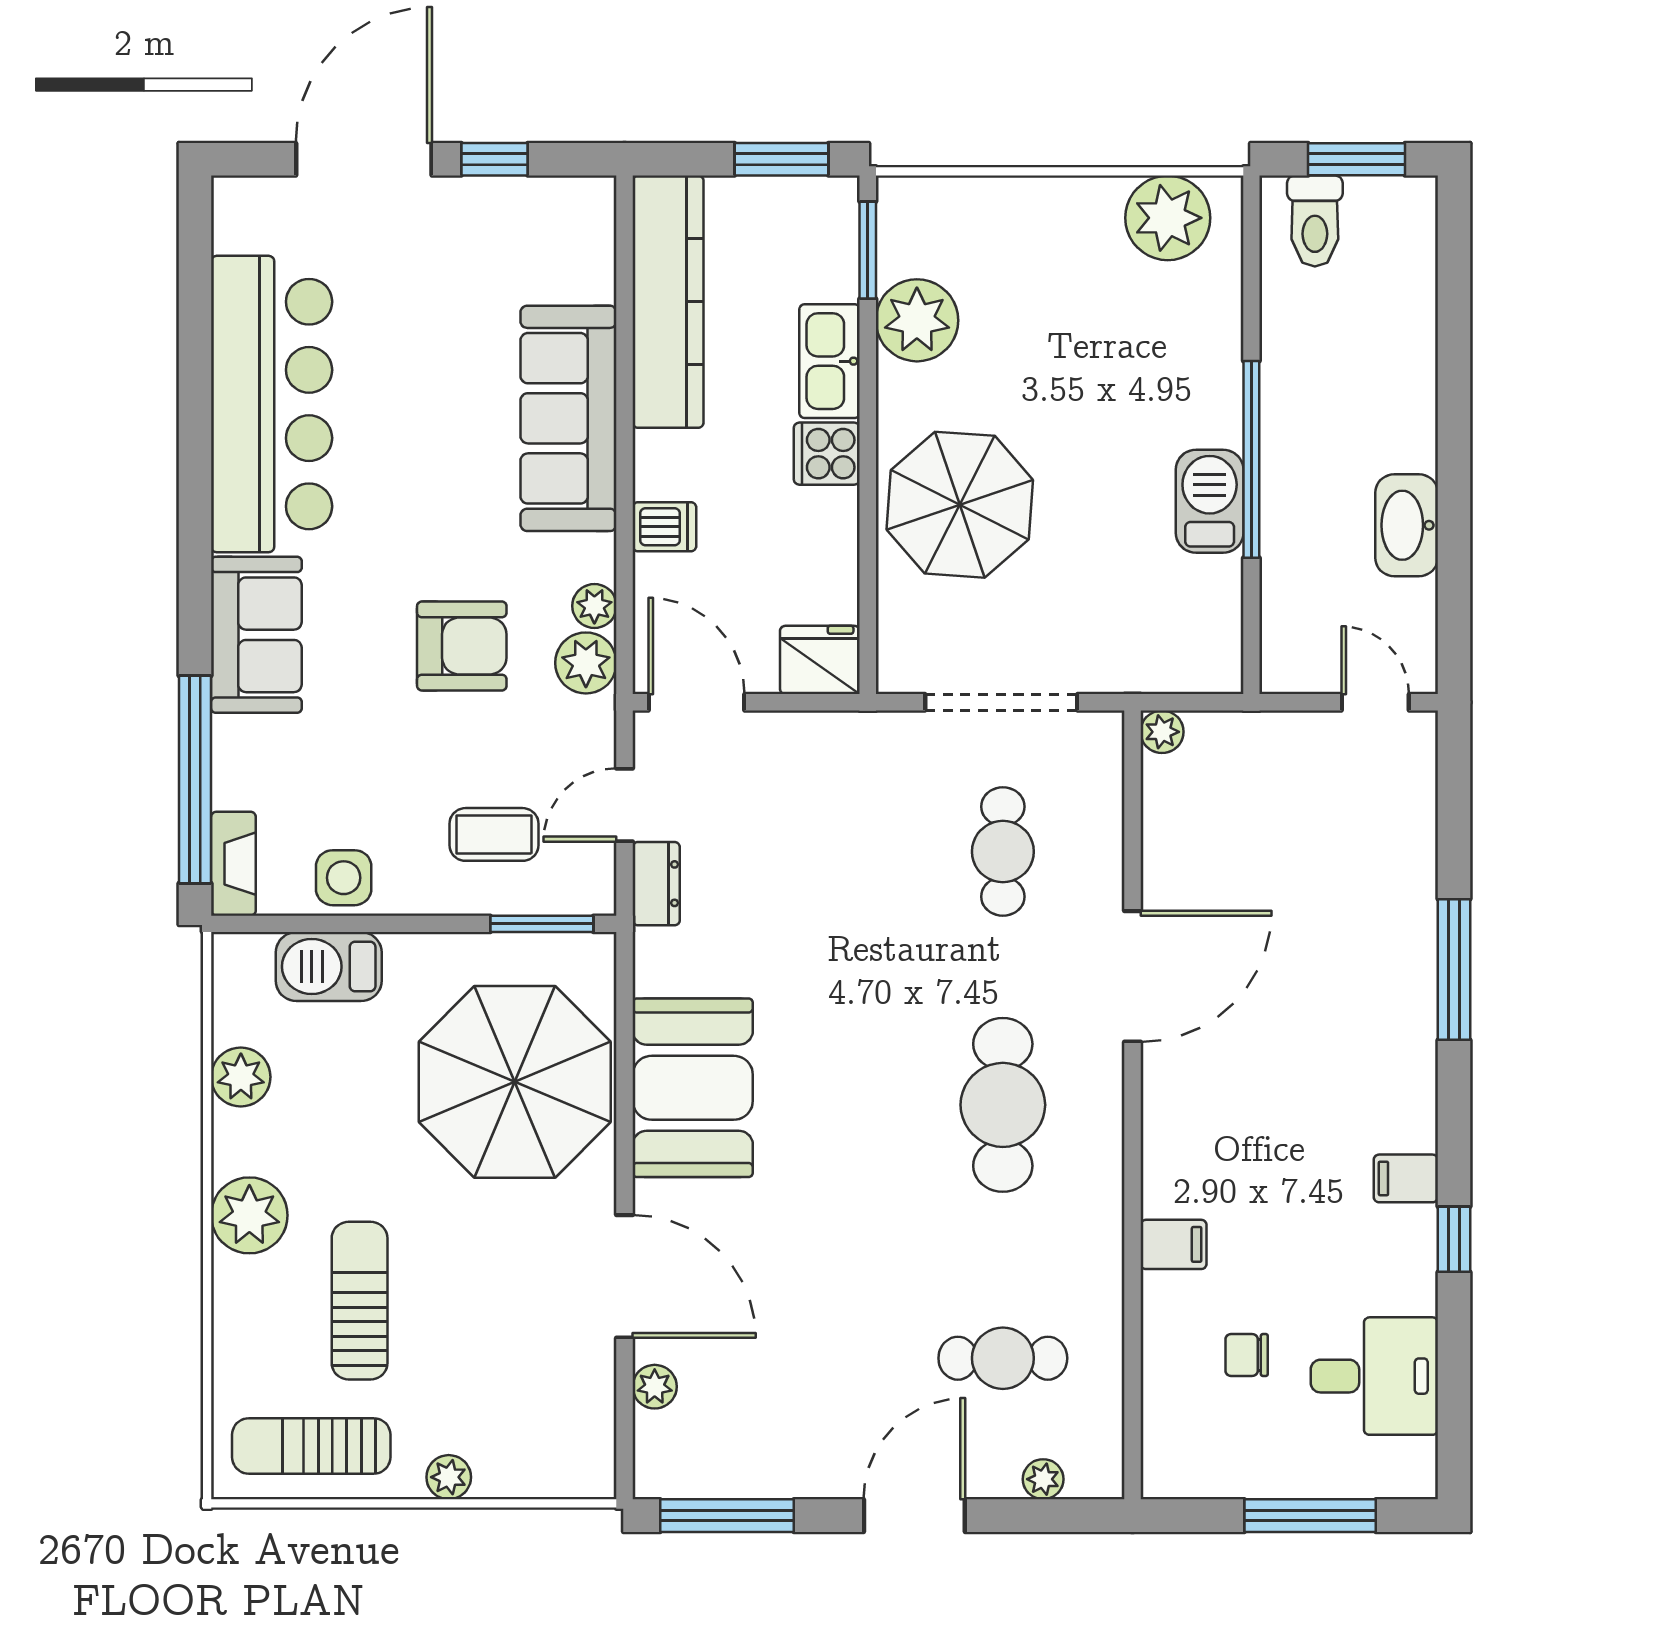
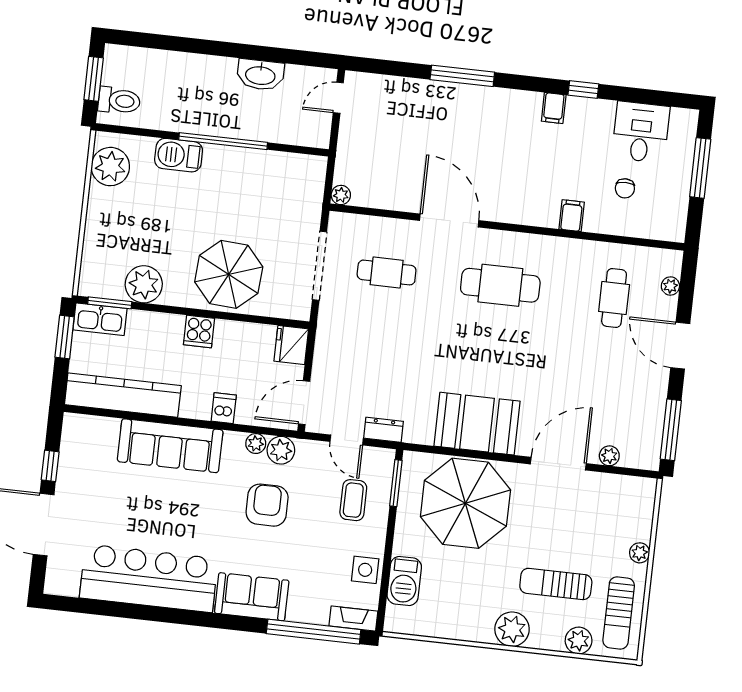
kitchen sink: (830, 361) -> (100, 319), moved
barbecue: (1210, 501) -> (179, 155), moved
plant: (241, 1077) -> (579, 641), moved

